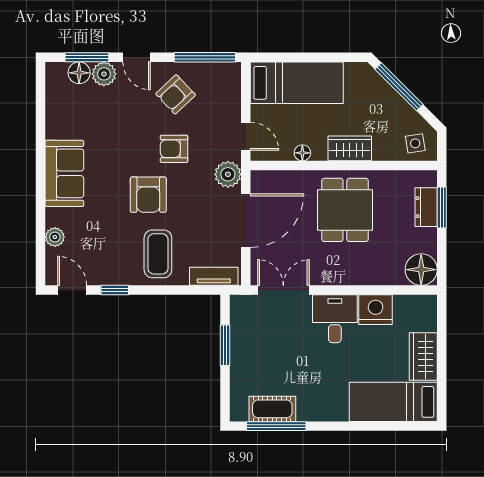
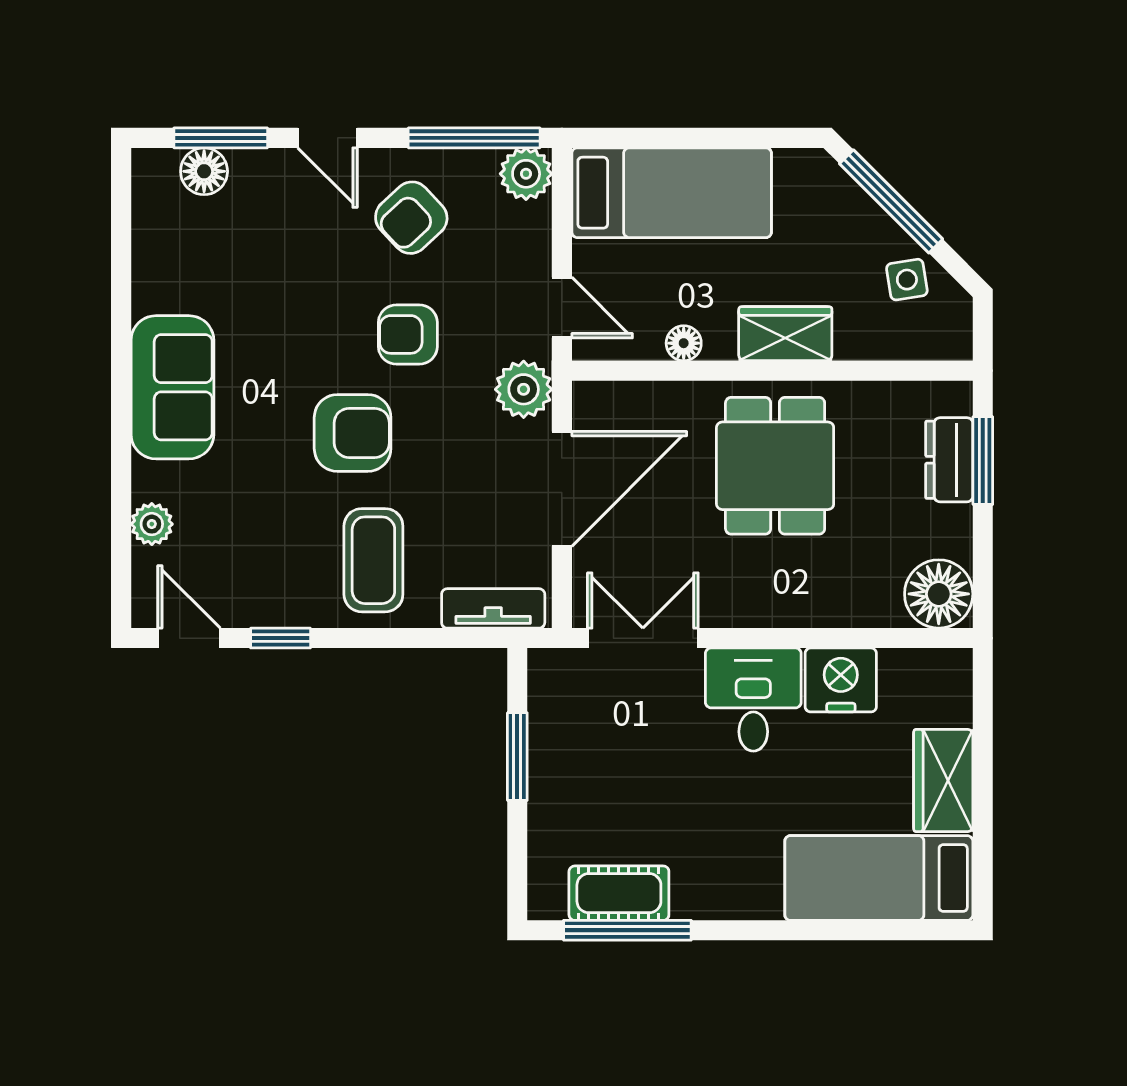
plant: (104, 74) -> (526, 174), moved
side table: (415, 143) -> (907, 280), moved
armchair: (148, 195) -> (353, 433), turned -90

